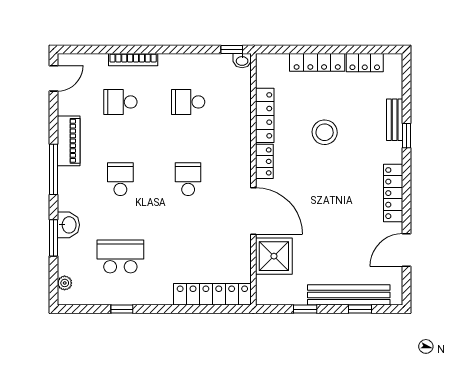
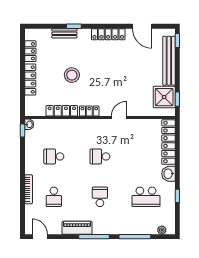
school desk: (188, 102) -> (54, 156), turned 90
school desk: (120, 179) -> (100, 197), turned 90
door: (253, 211) -> (119, 118), width x0.53
washbasin: (68, 225) -> (168, 174), moved, turned -90
window: (54, 238) -> (135, 237), width x1.44
school desk: (120, 256) -> (146, 197), turned -90
shower: (274, 256) -> (164, 97), moved
window: (305, 309) -> (177, 99), moved
window: (360, 309) -> (177, 40), moved

